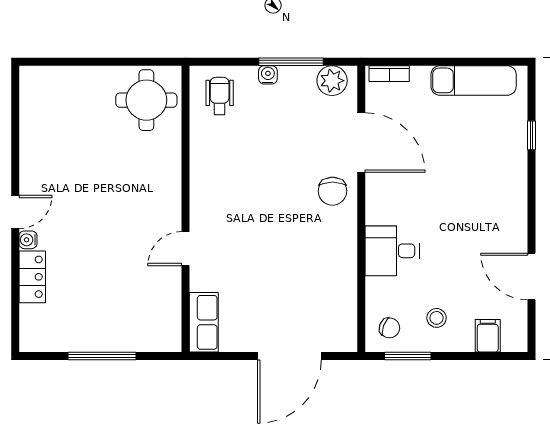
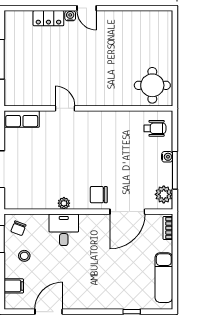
plant: (347, 251) -> (64, 203), added

